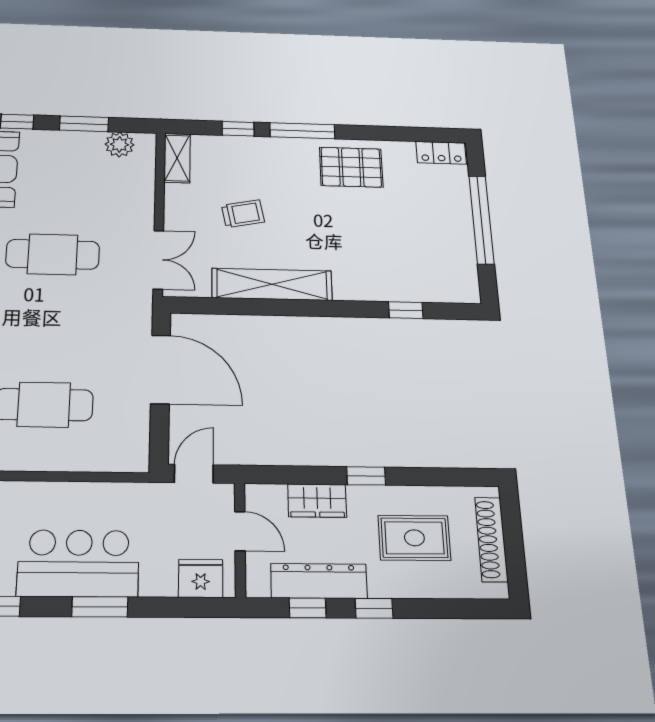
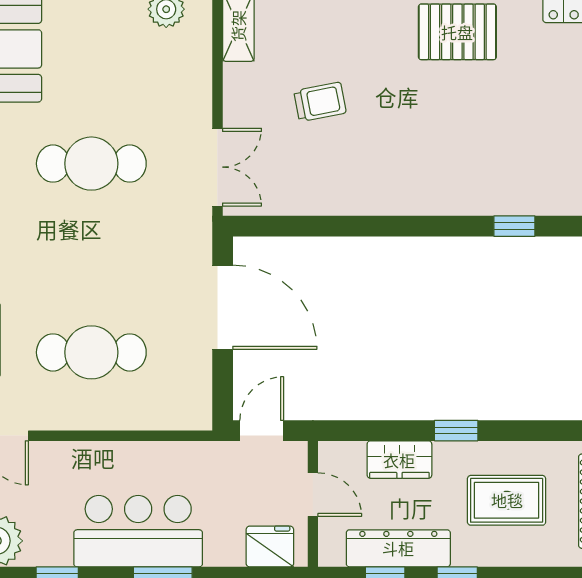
shelving: (272, 284) -> (354, 196), removed

